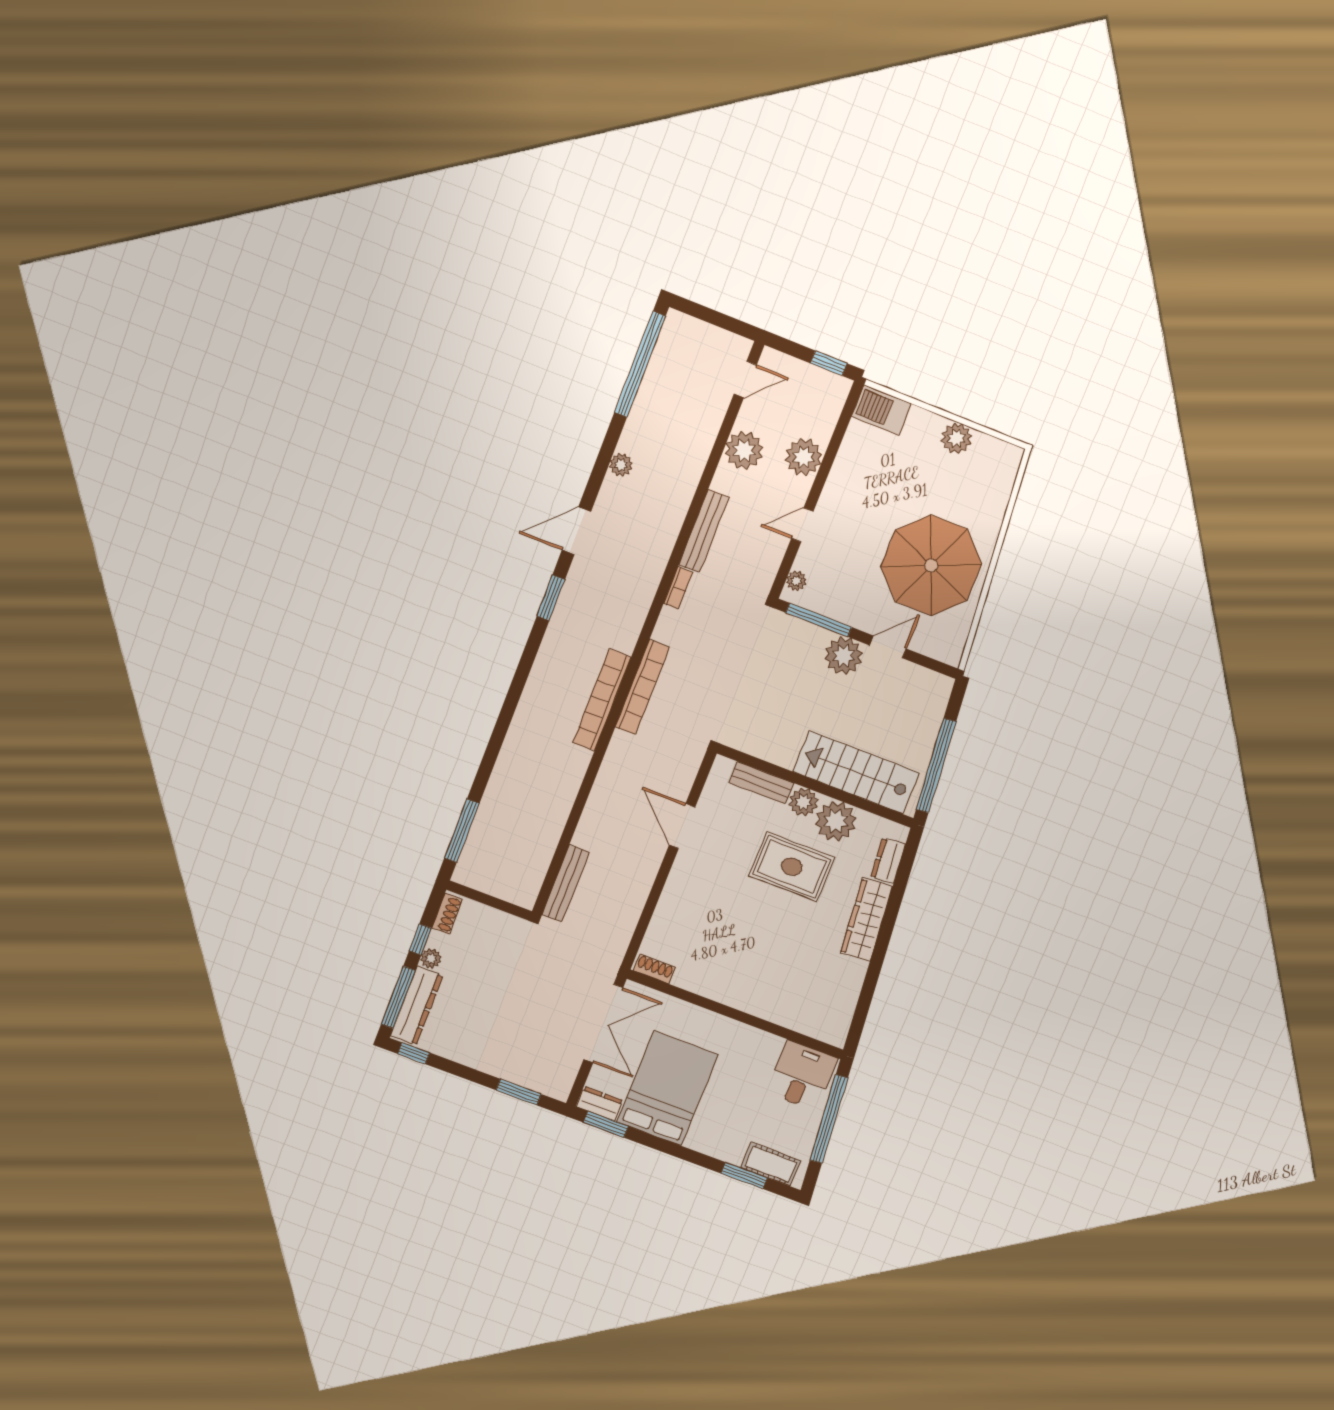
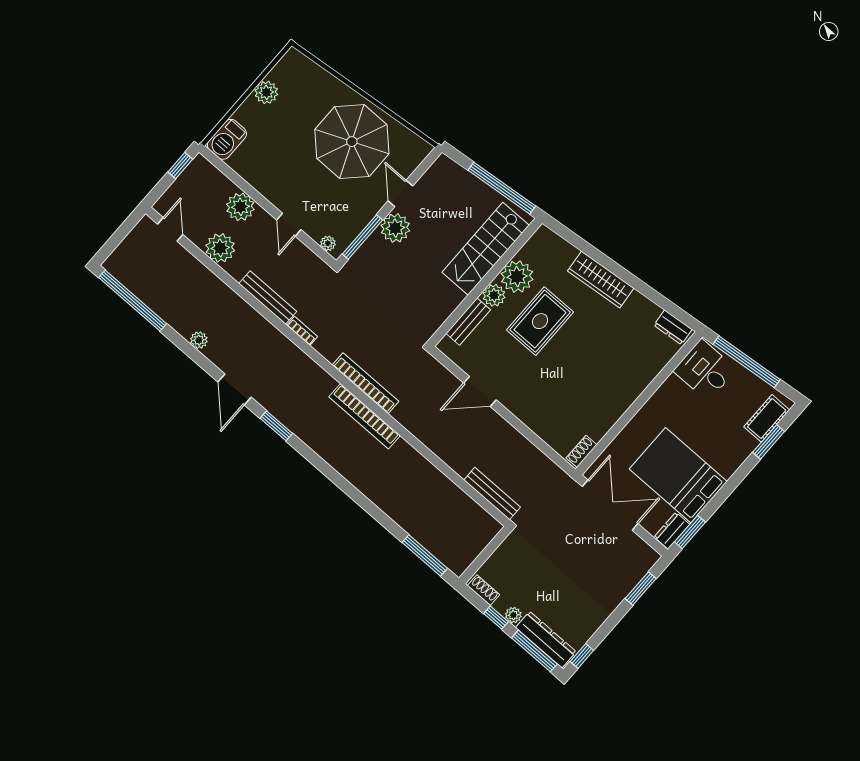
dresser: (888, 861) -> (673, 327), moved

